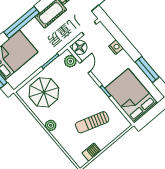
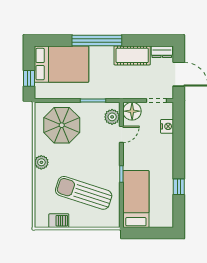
nightstand: (116, 47) -> (167, 126), moved
window: (147, 69) -> (179, 187), width x0.46
bed: (131, 96) -> (136, 199), width x0.67
sun lounger: (92, 122) -> (84, 193), width x1.36, depth x1.34

